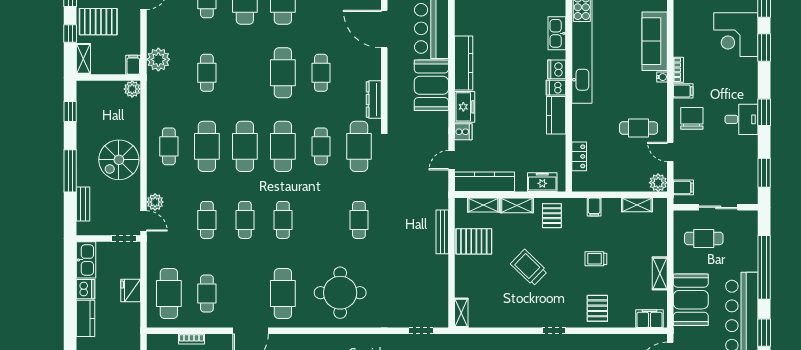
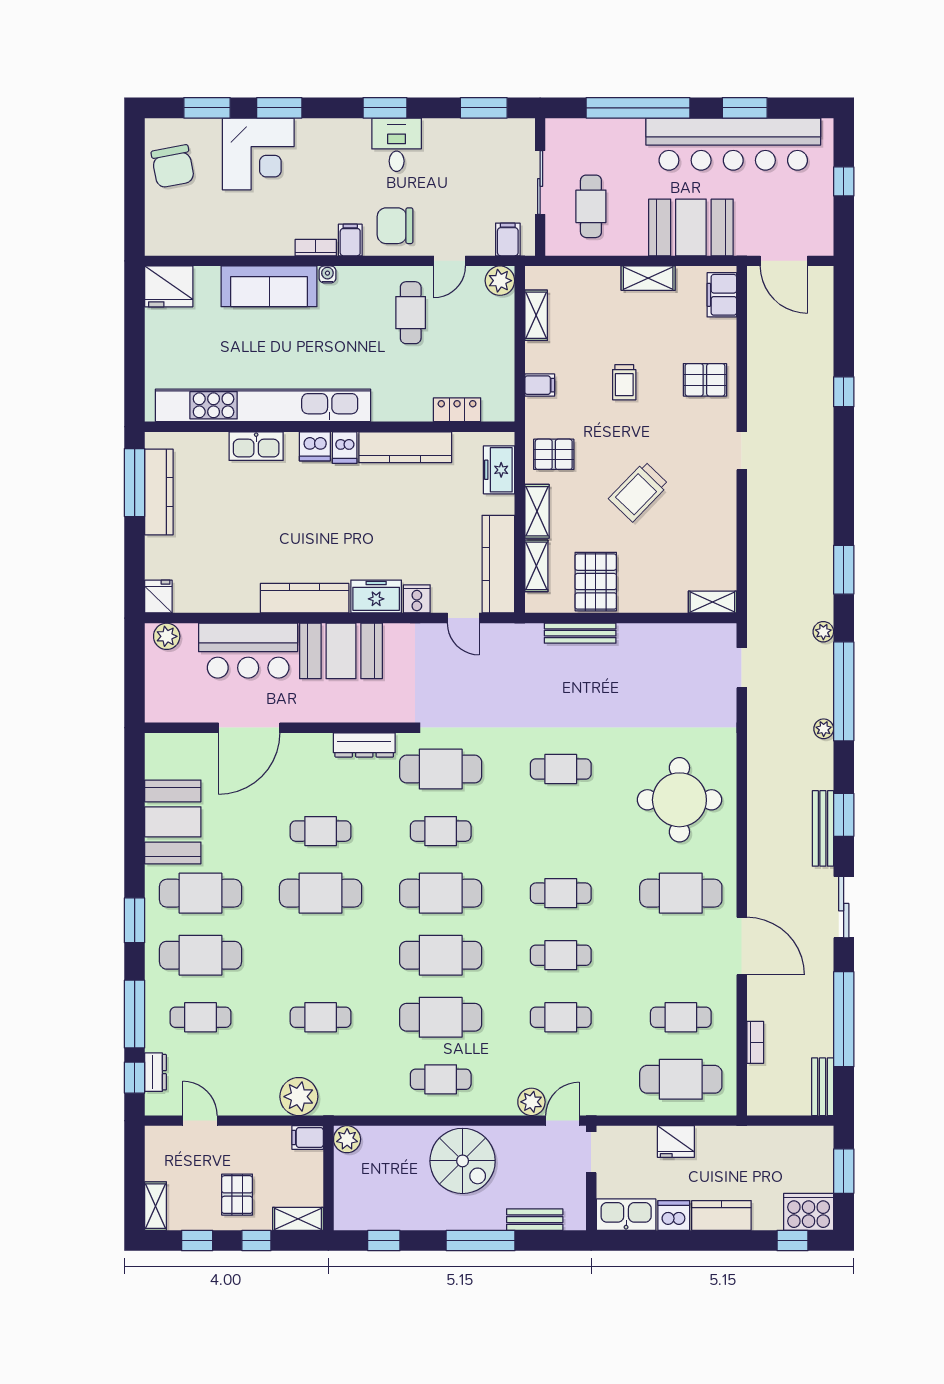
pallet: (98, 22) -> (237, 1195), width x0.67, depth x0.71
kitchen counter: (556, 115) -> (405, 447), width x1.50

